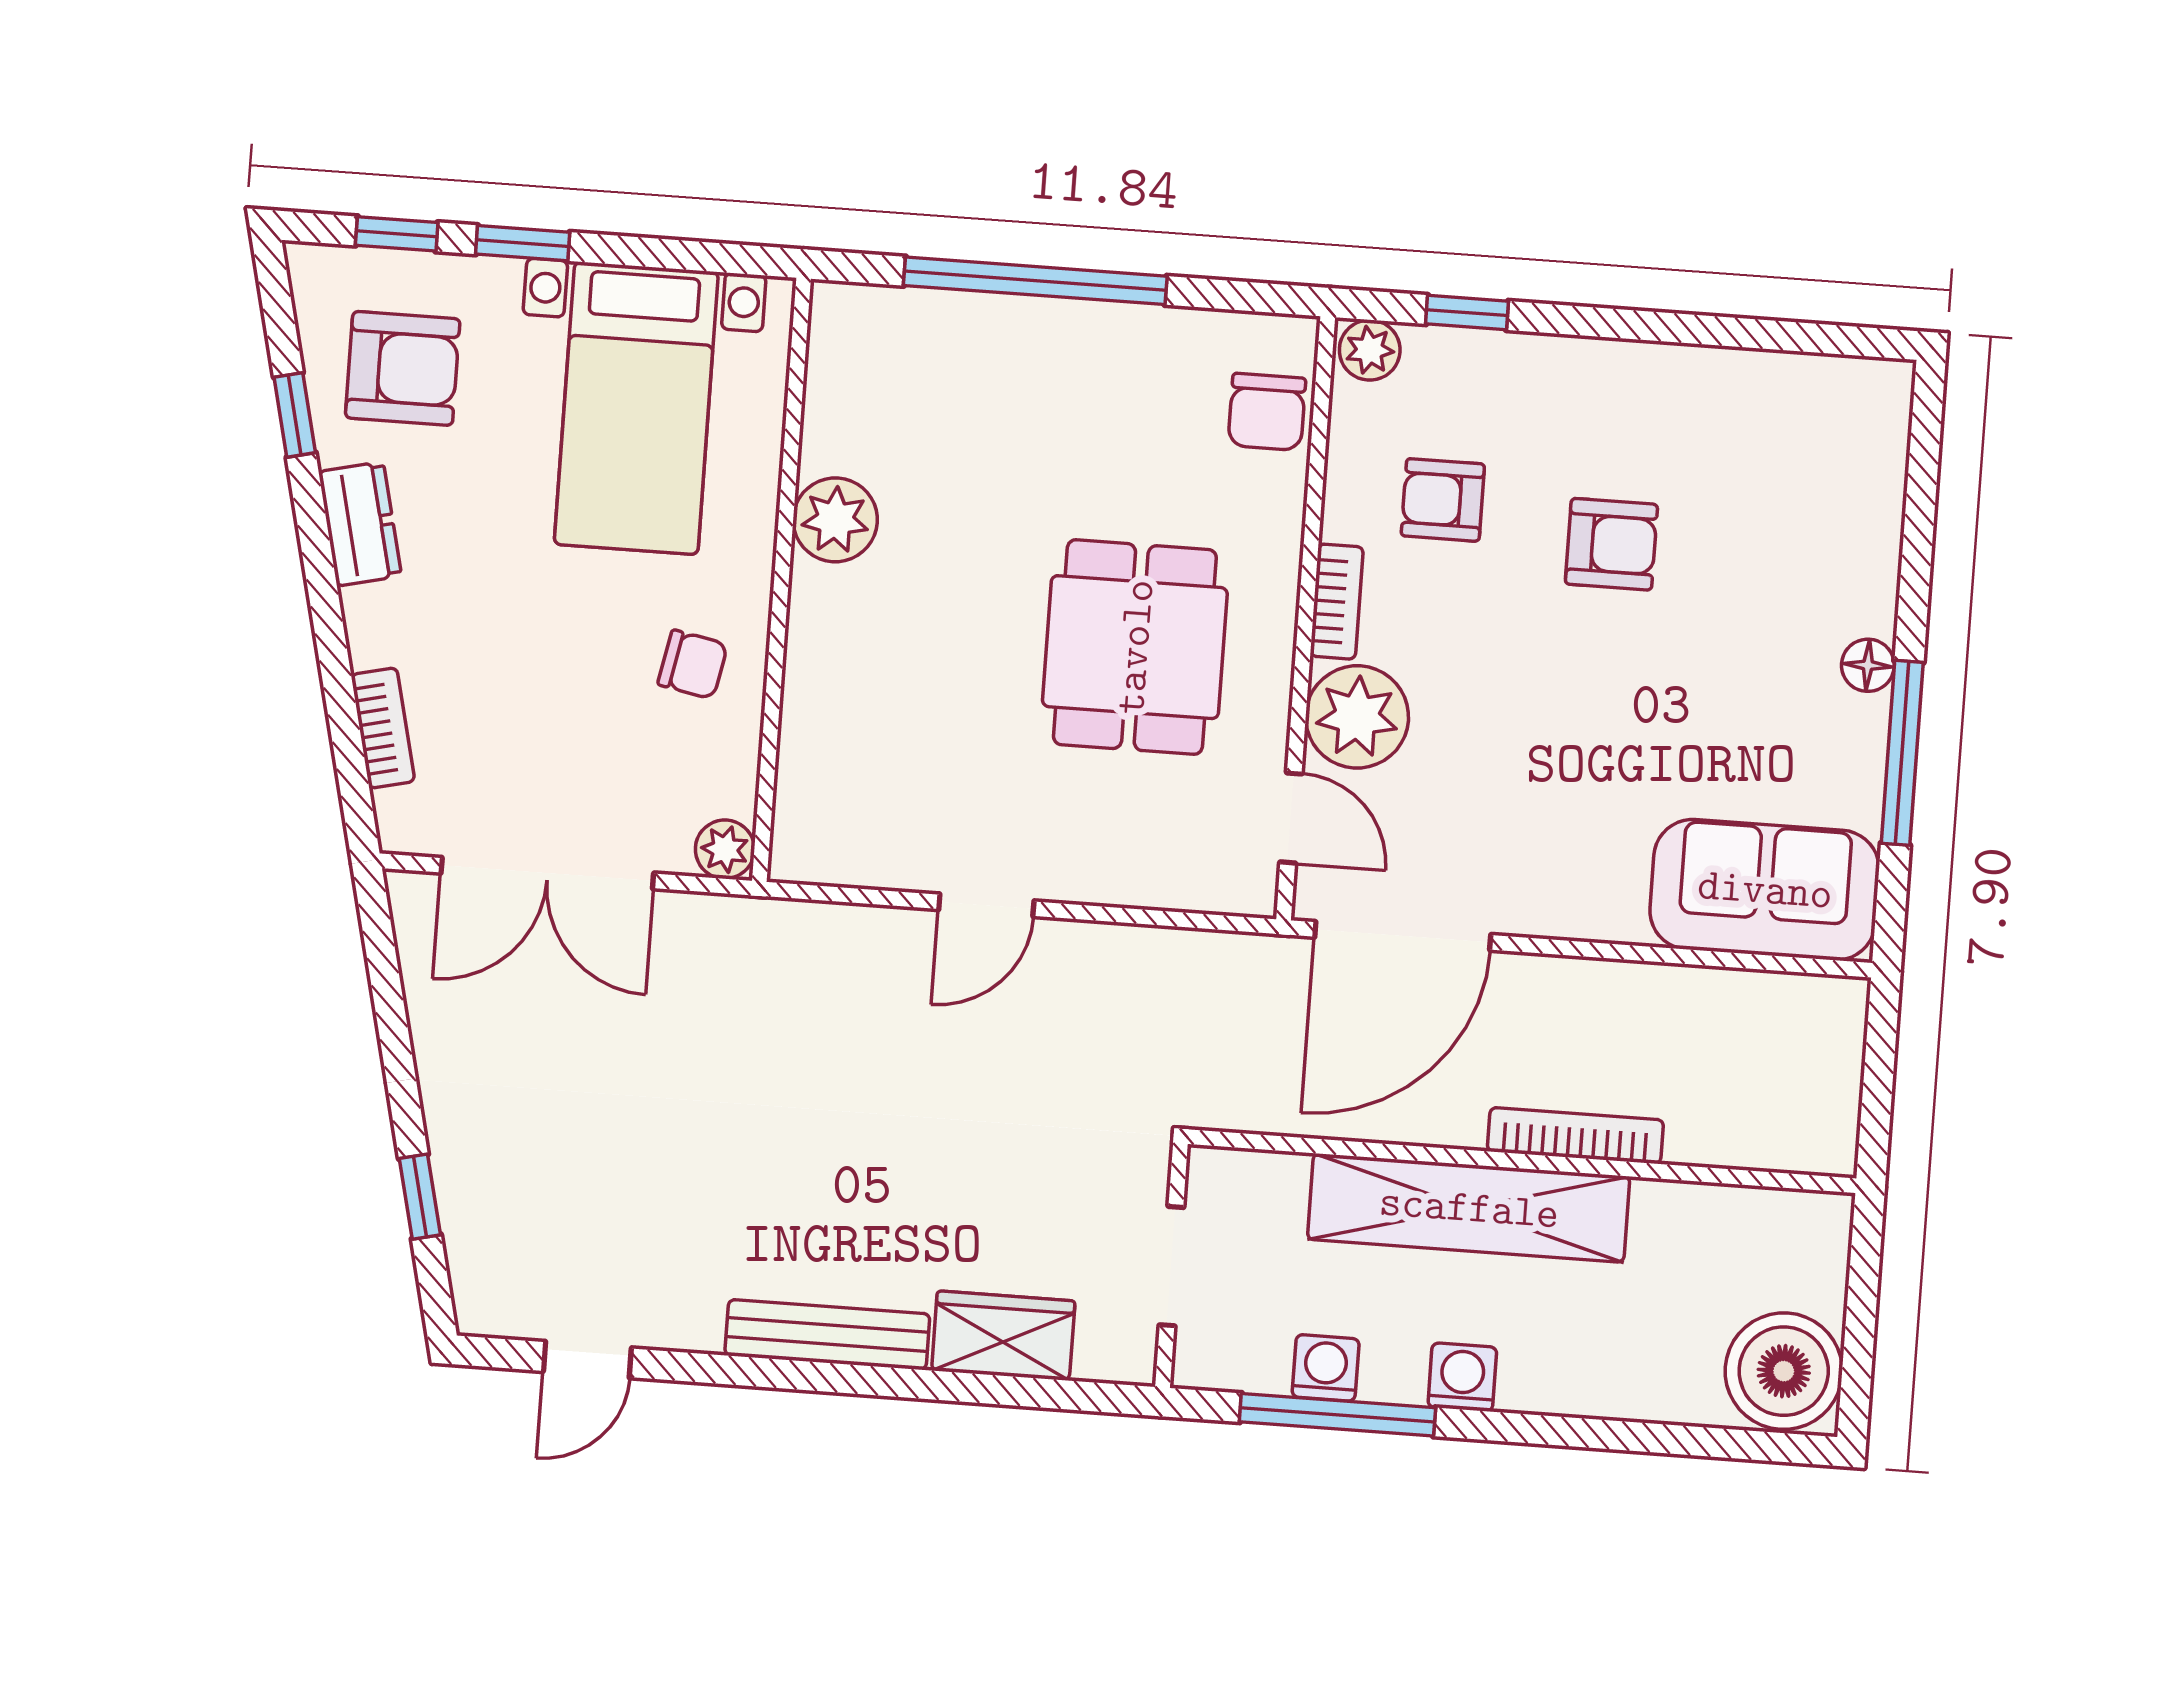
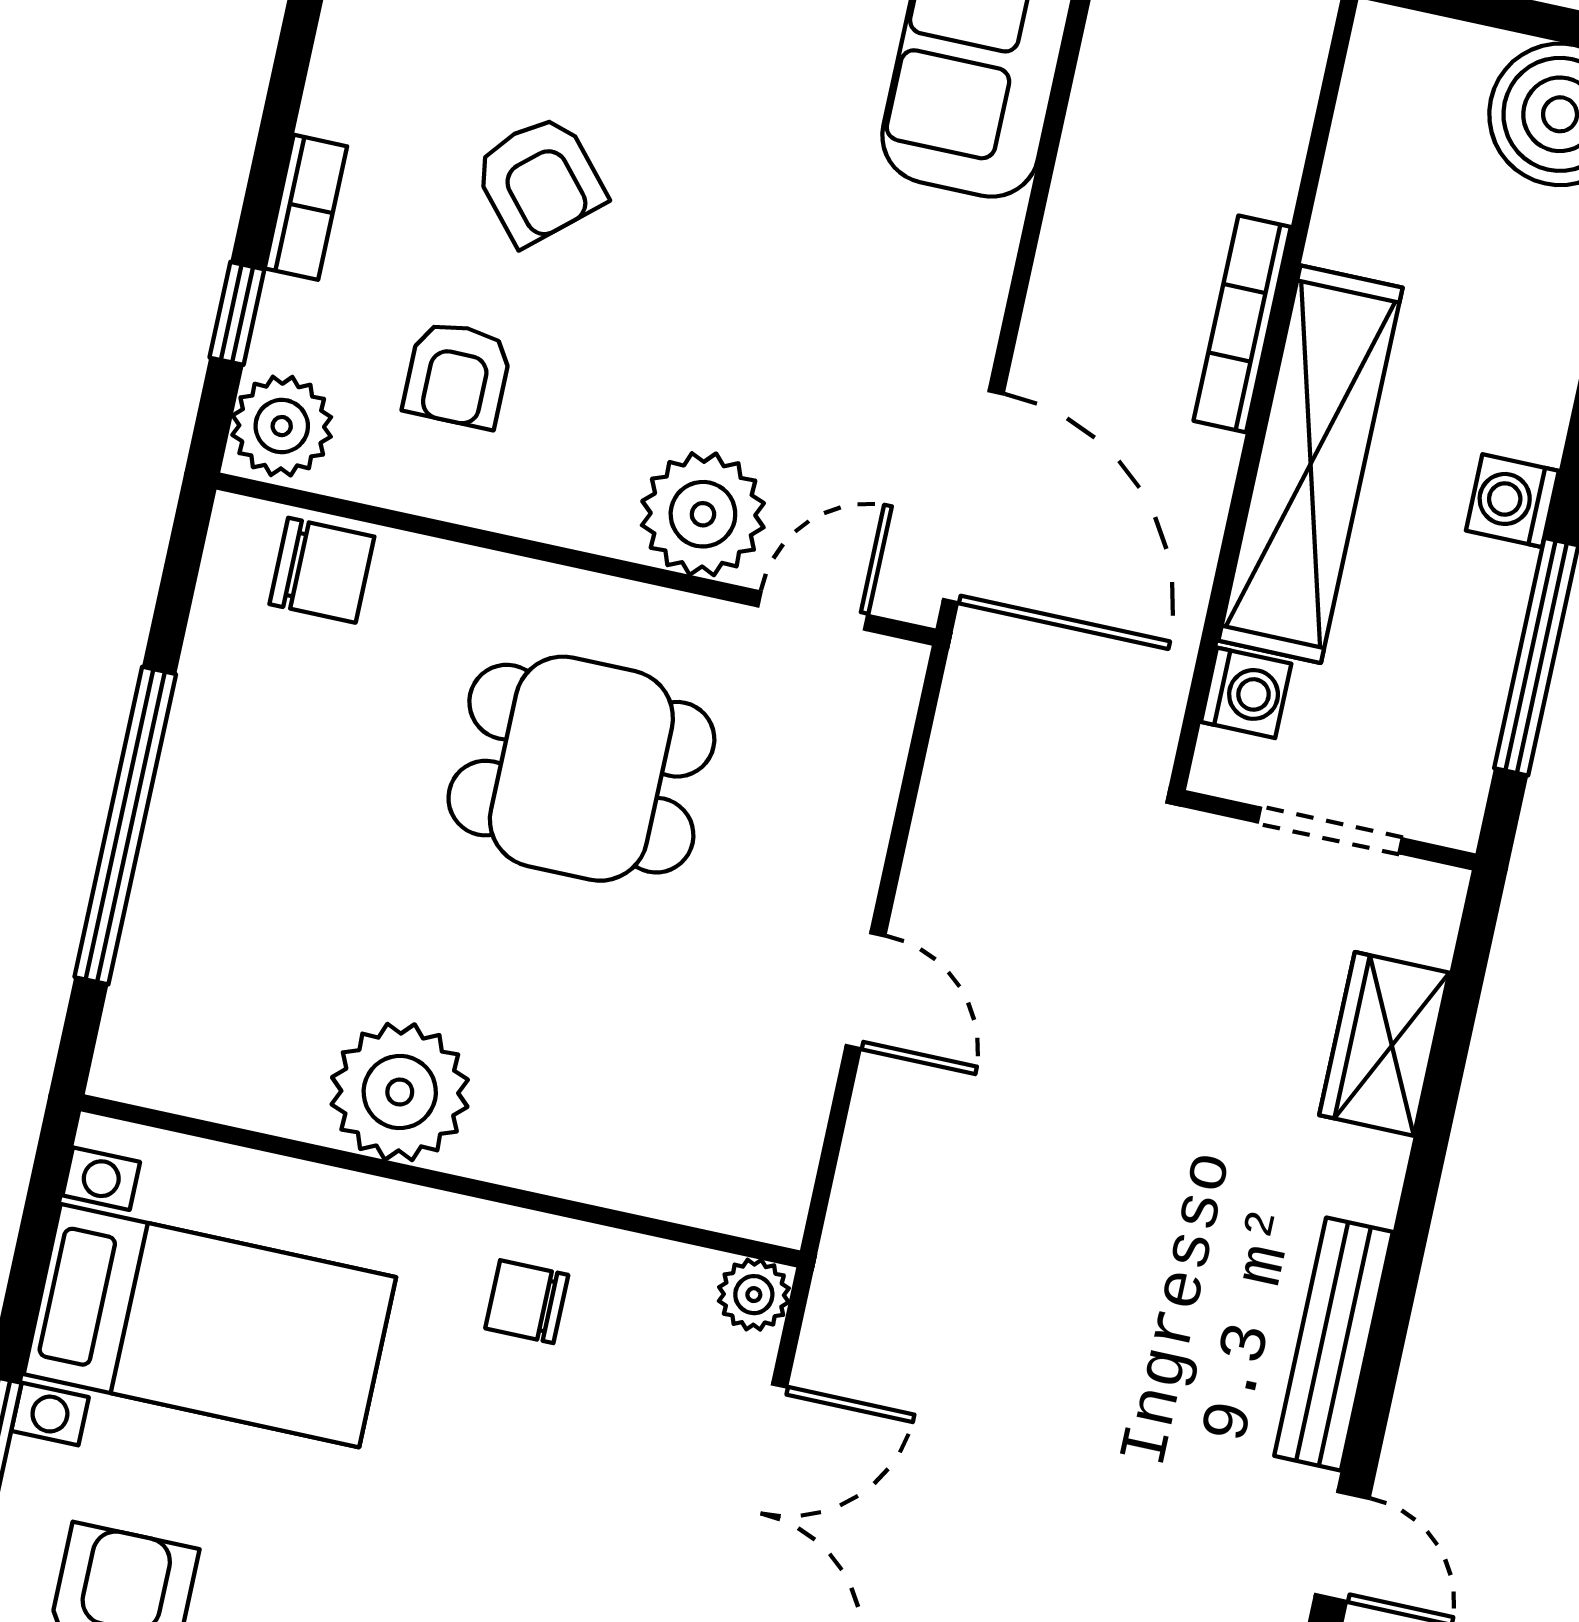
plant: (1370, 350) -> (282, 426), width x1.38, depth x1.38
plant: (835, 520) -> (400, 1092), width x1.36, depth x1.36
armchair: (1611, 544) -> (539, 180), turned 139
bookcase: (1337, 602) -> (306, 207), moved, turned 90
chair: (693, 664) -> (527, 1302), turned -101
bench: (827, 1335) -> (1334, 1344), moved
washing machine: (1326, 1368) -> (1246, 693), moved, turned 180

